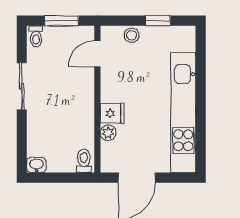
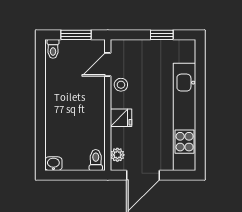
stool: (132, 35) -> (121, 85), moved
sliding door: (22, 86) -> (40, 93), removed
plant: (108, 133) -> (117, 155), moved

